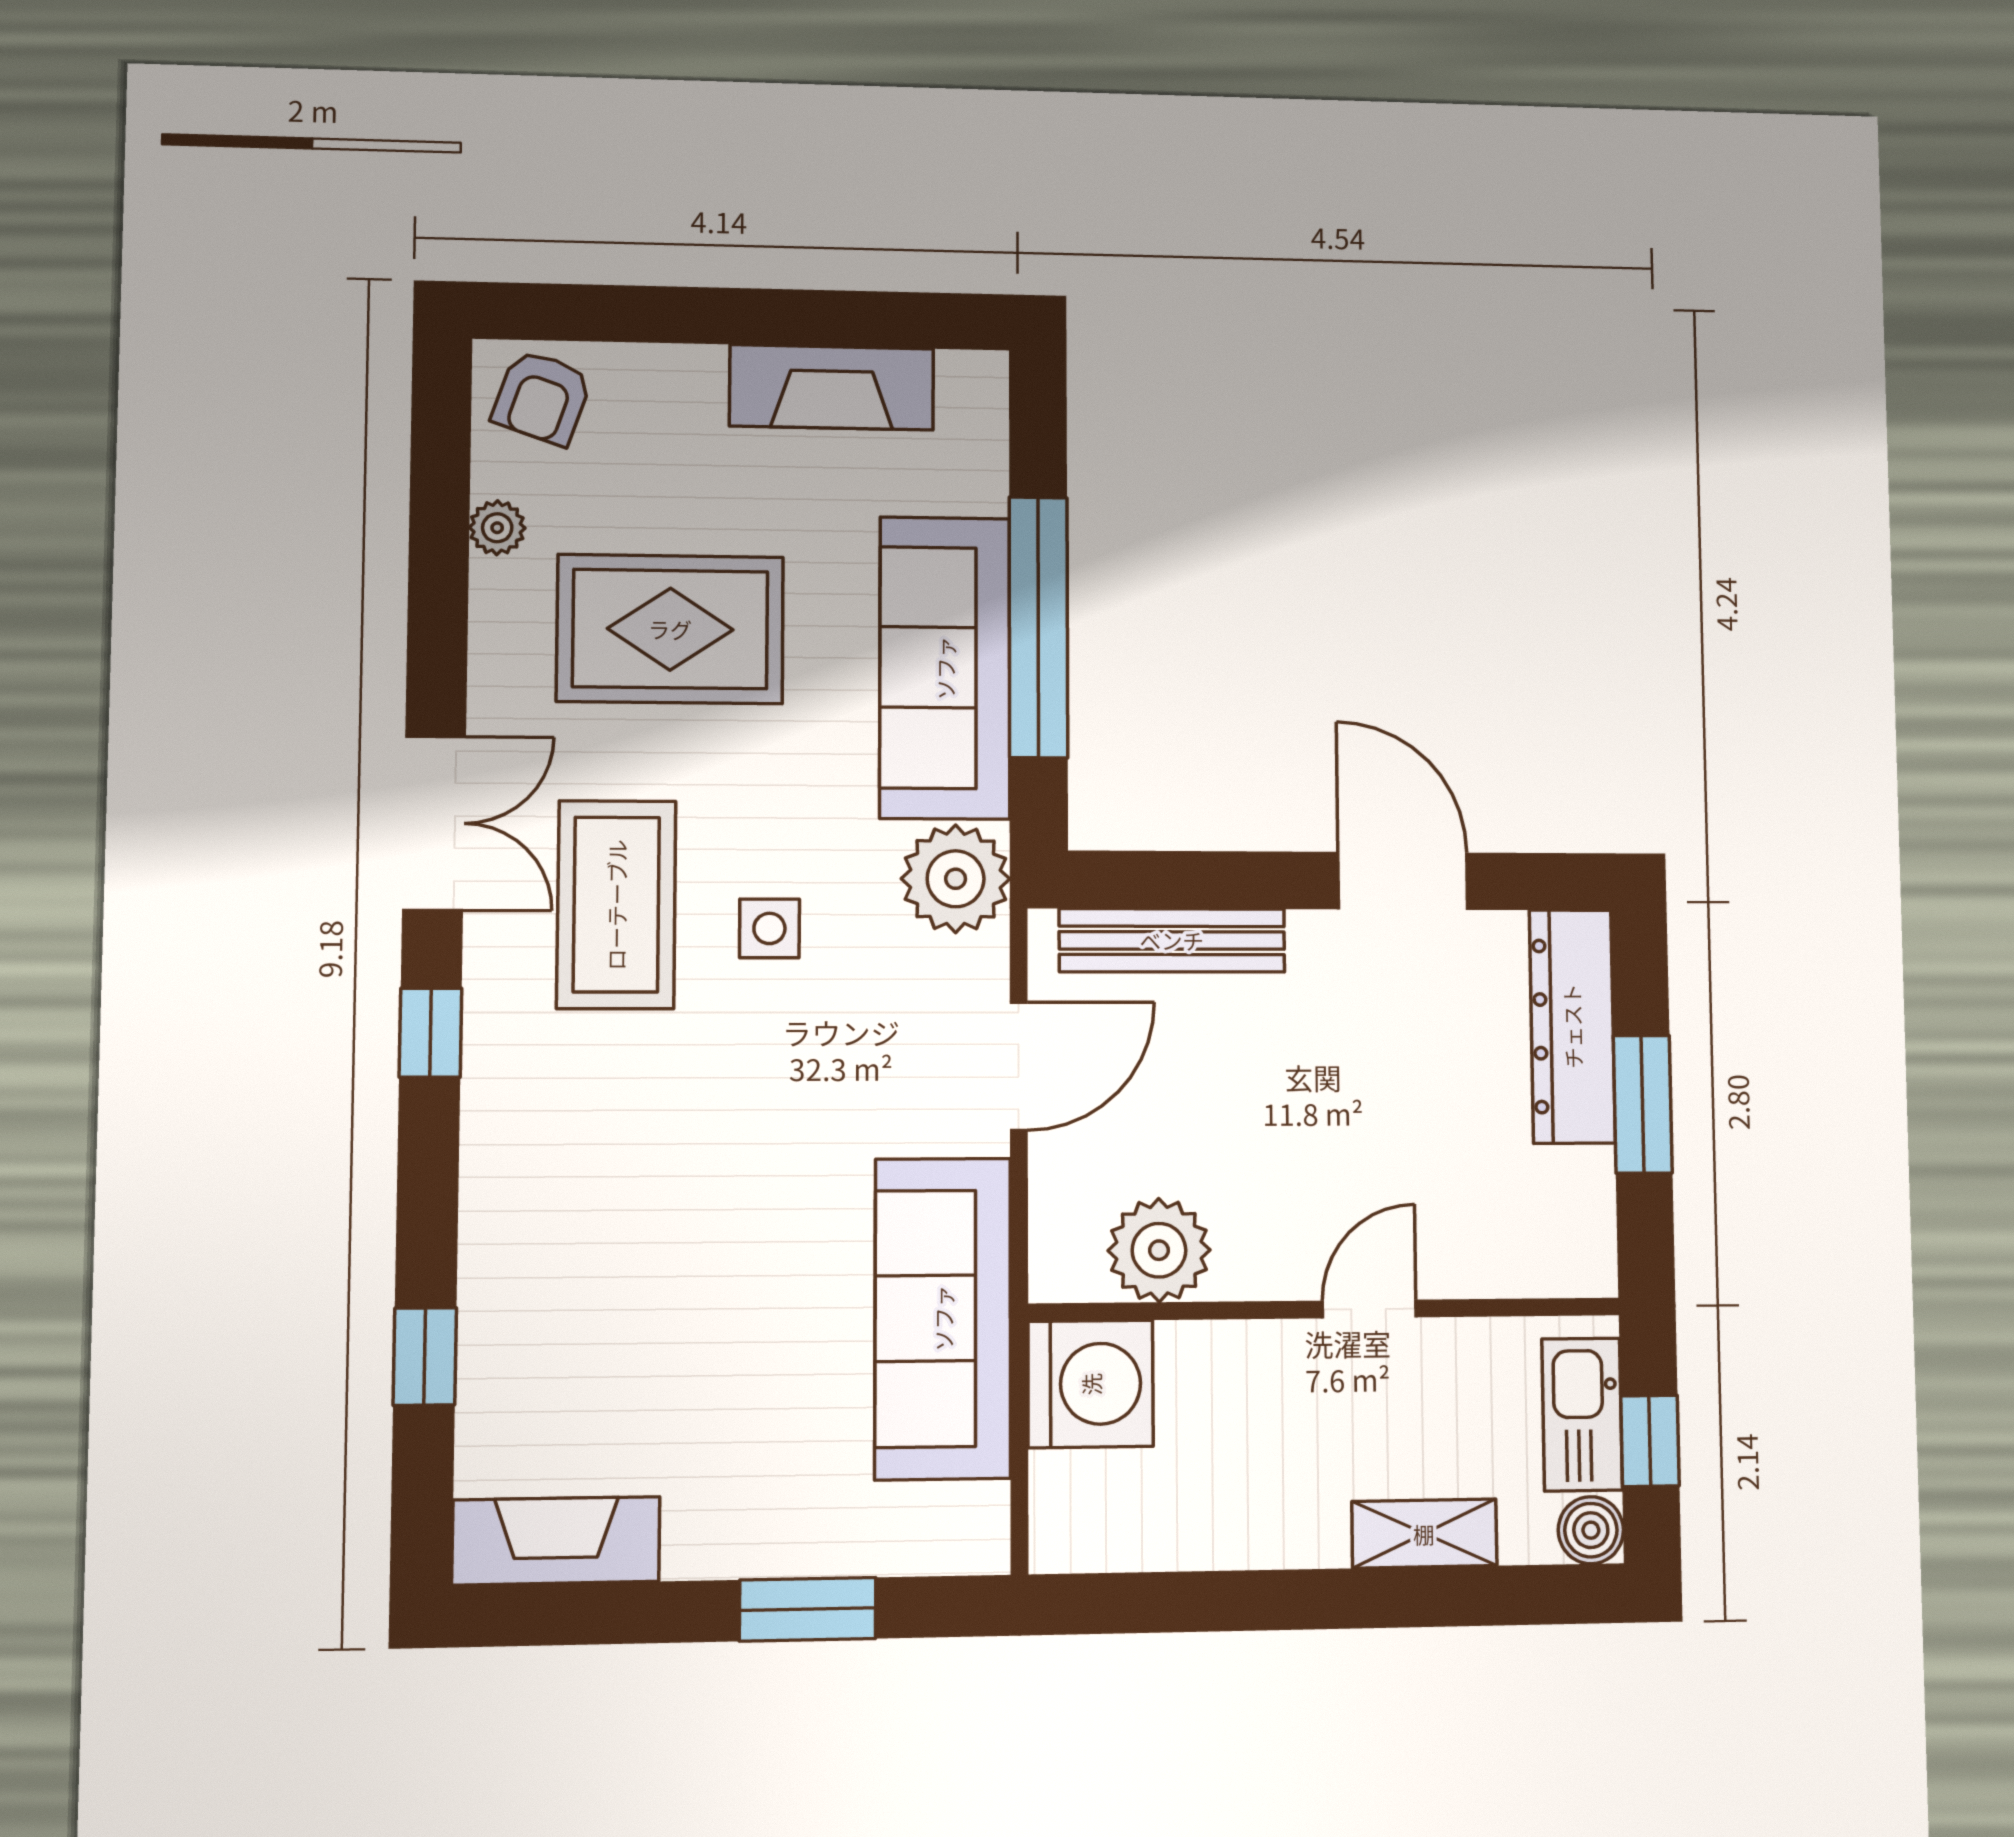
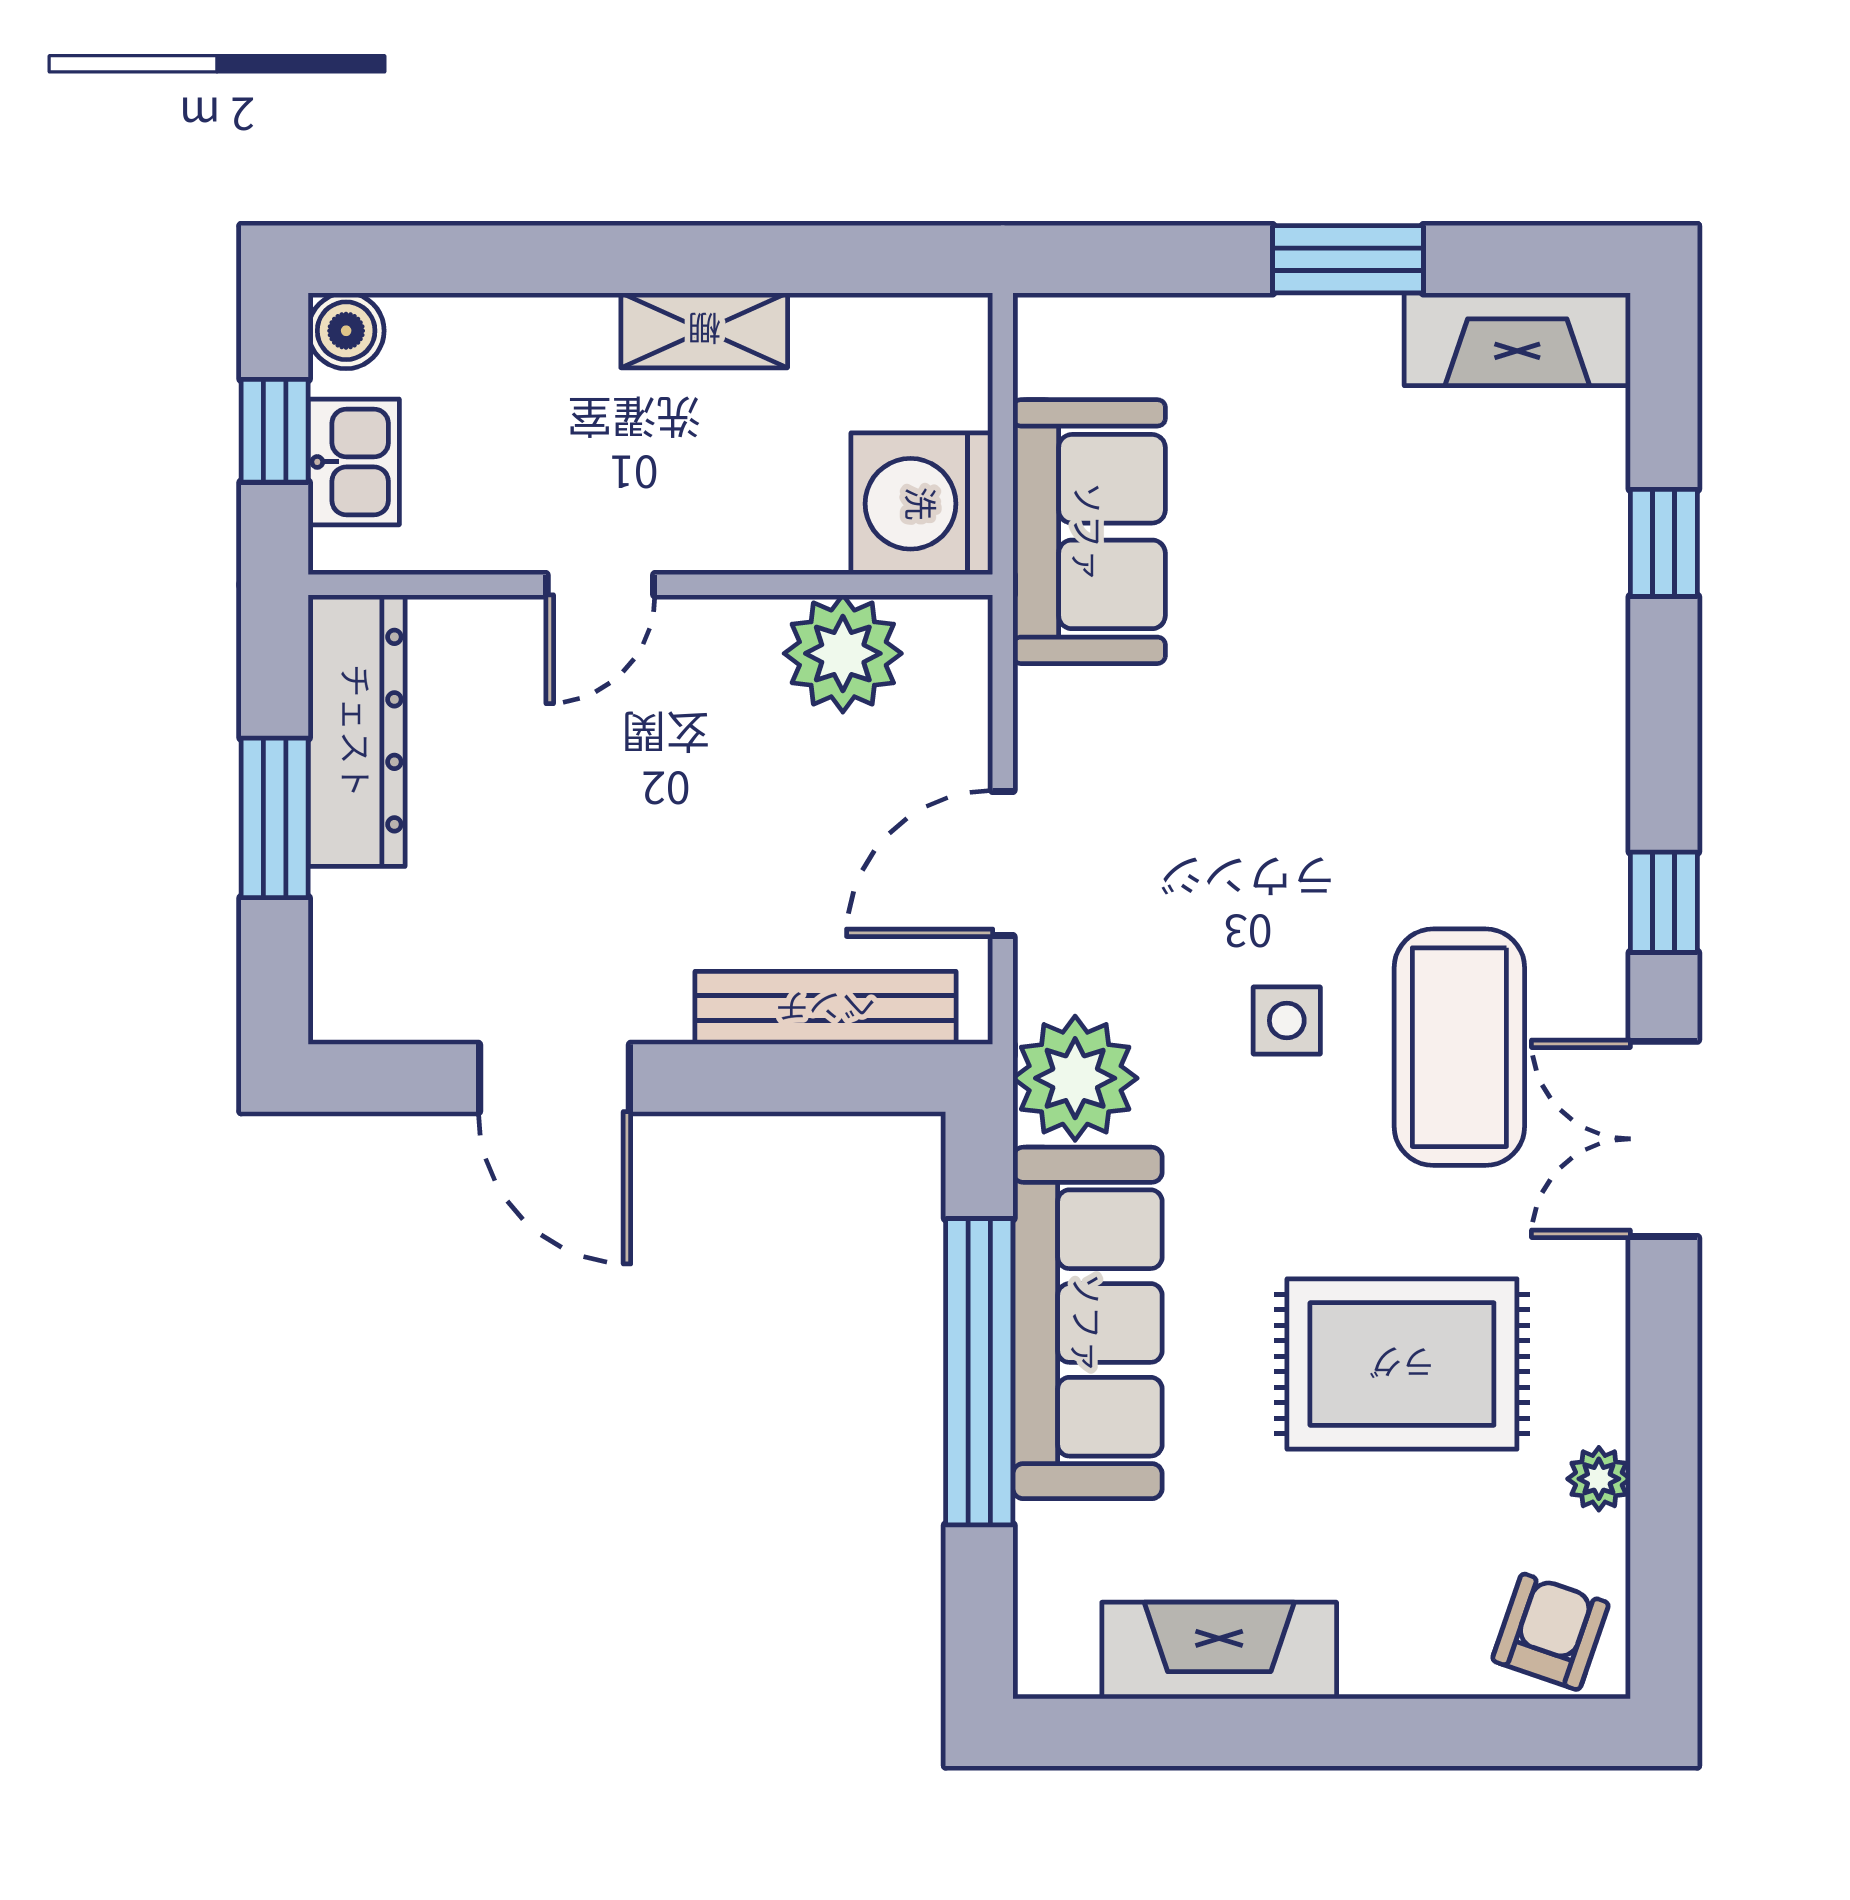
dresser: (1572, 1026) -> (357, 731), moved
sofa: (943, 1318) -> (1089, 532), width x0.73
kitchen sink: (1582, 1414) -> (354, 462), width x0.73
shelving: (1424, 1534) -> (704, 330), moved
window: (808, 1609) -> (1348, 259), moved

